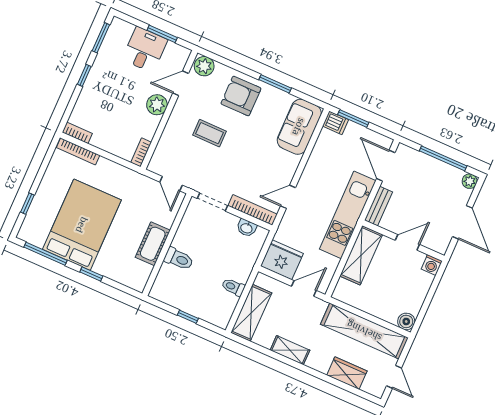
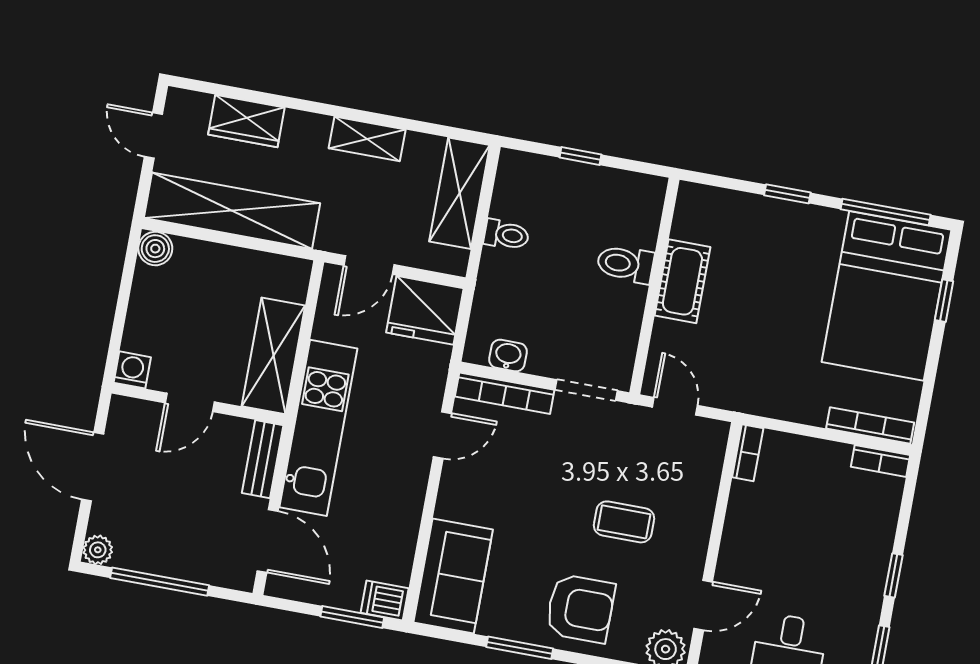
plant: (157, 105) -> (739, 553), removed
bed: (82, 225) -> (887, 296), moved

